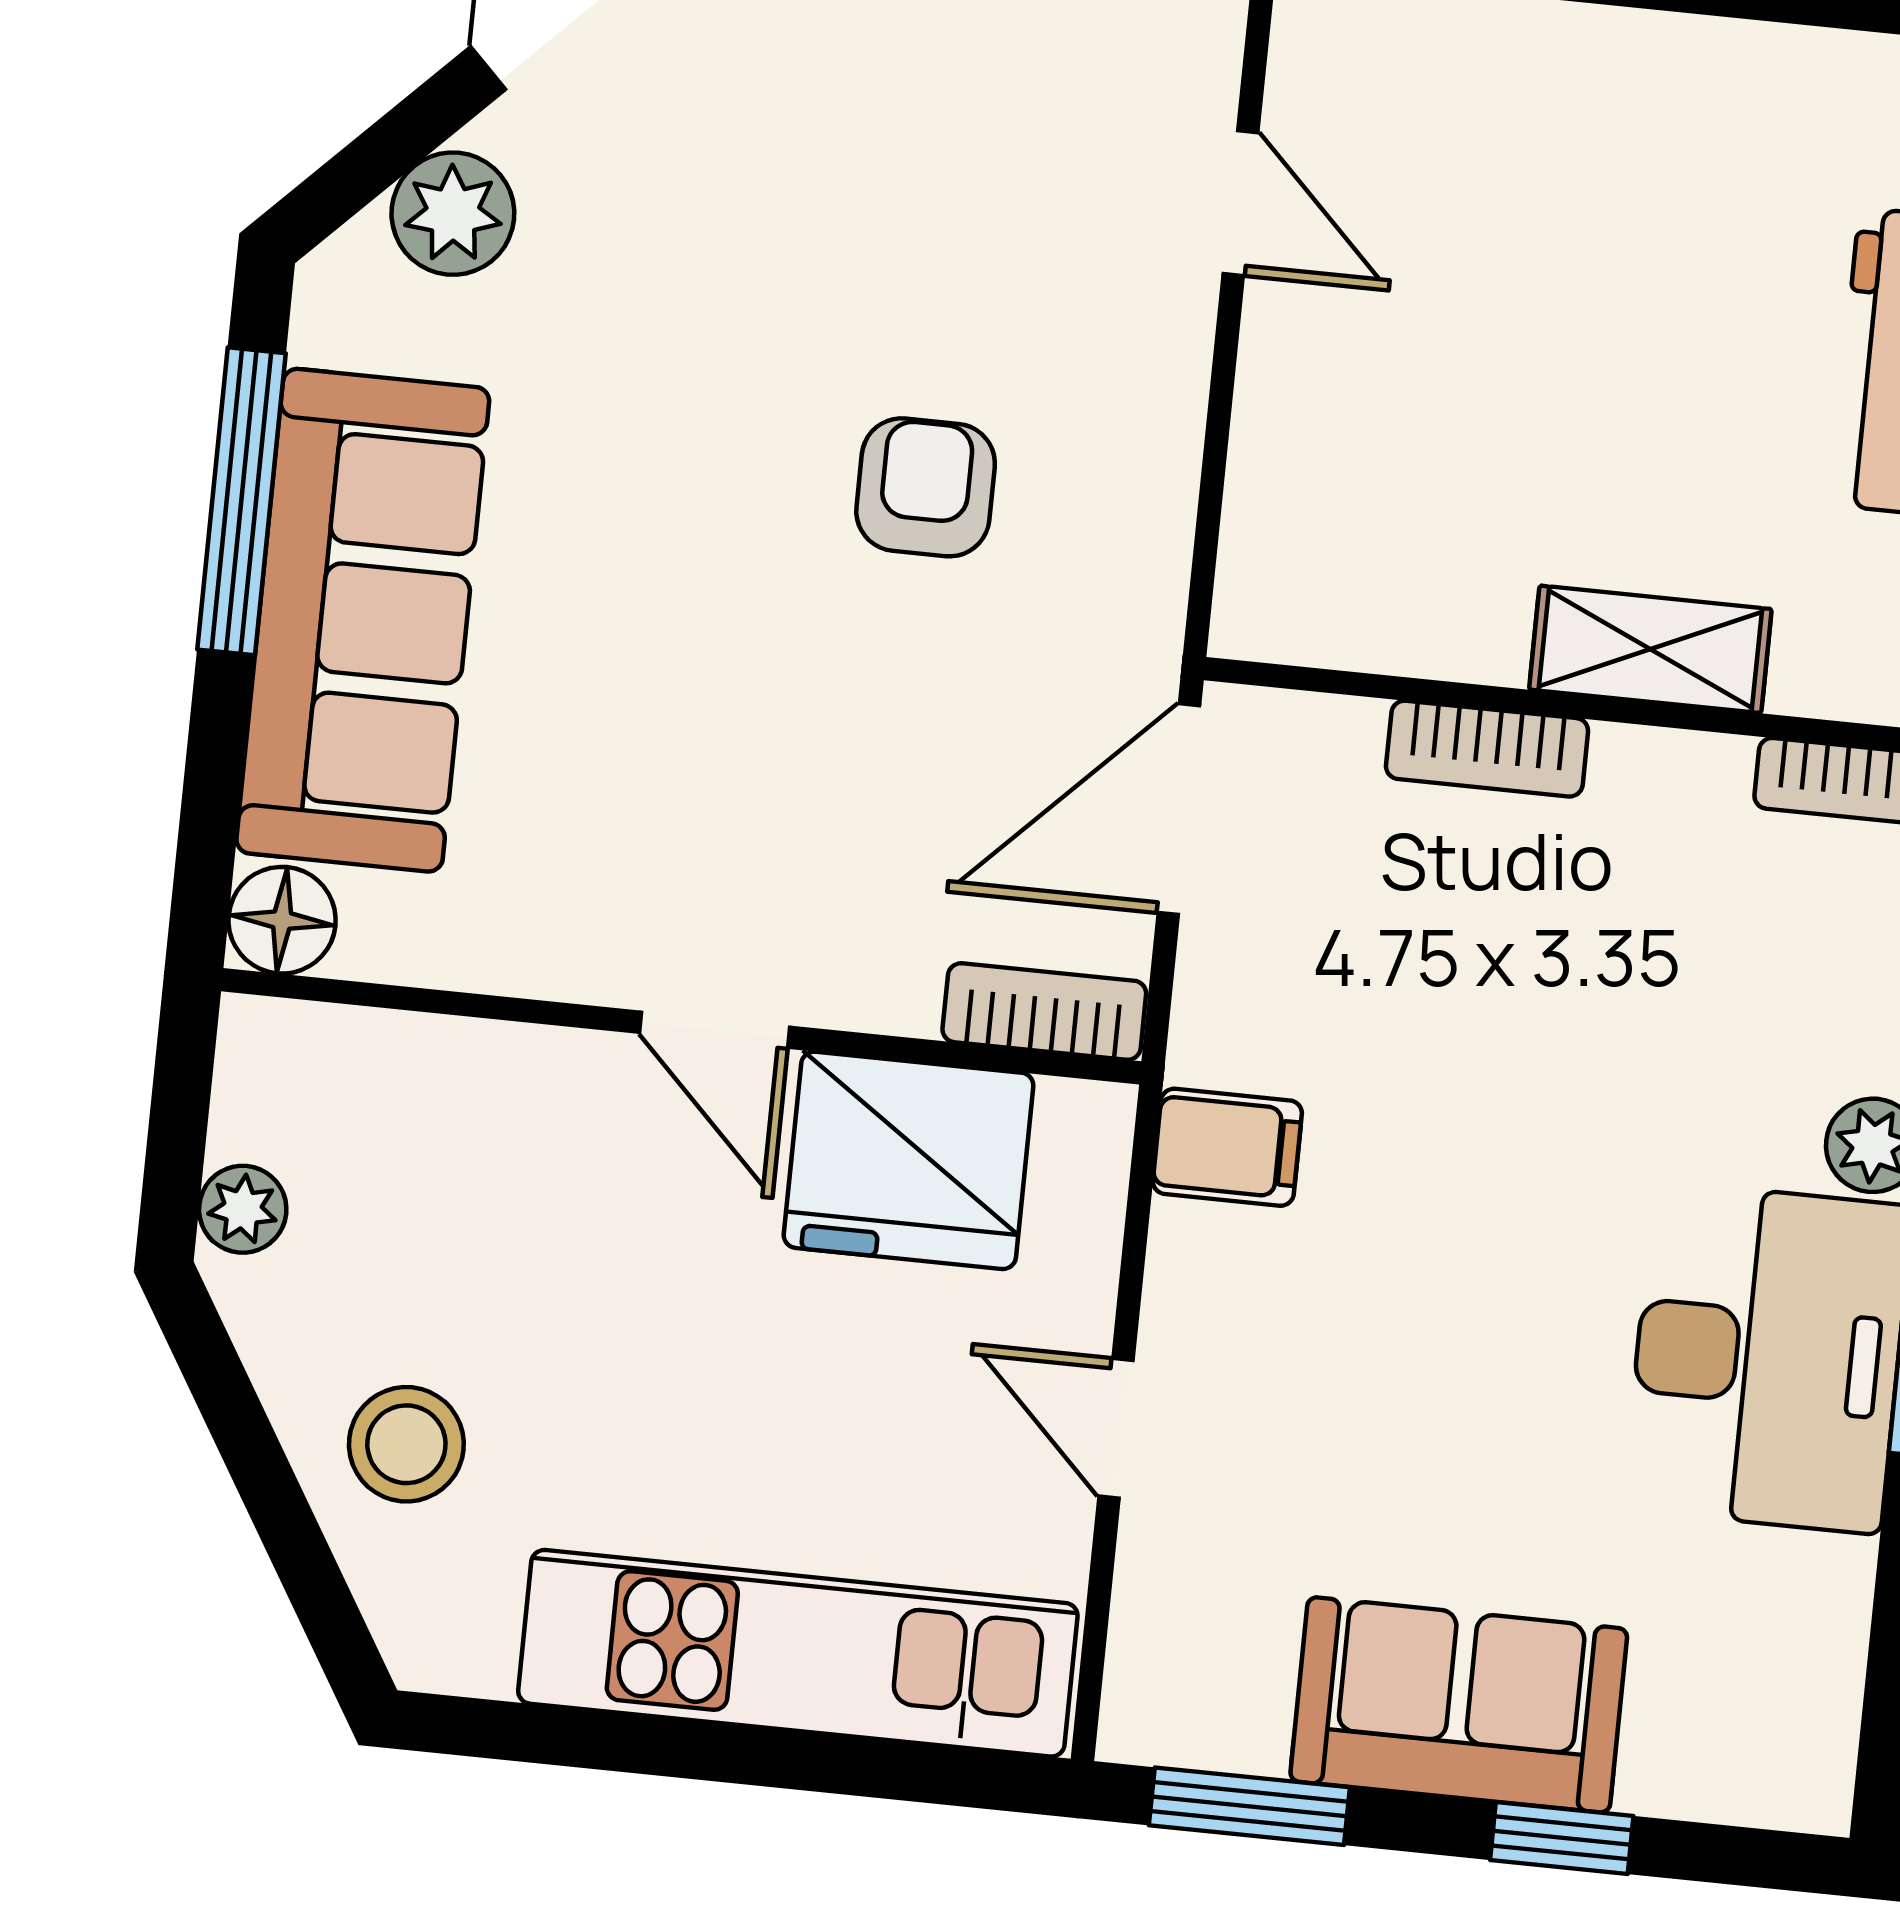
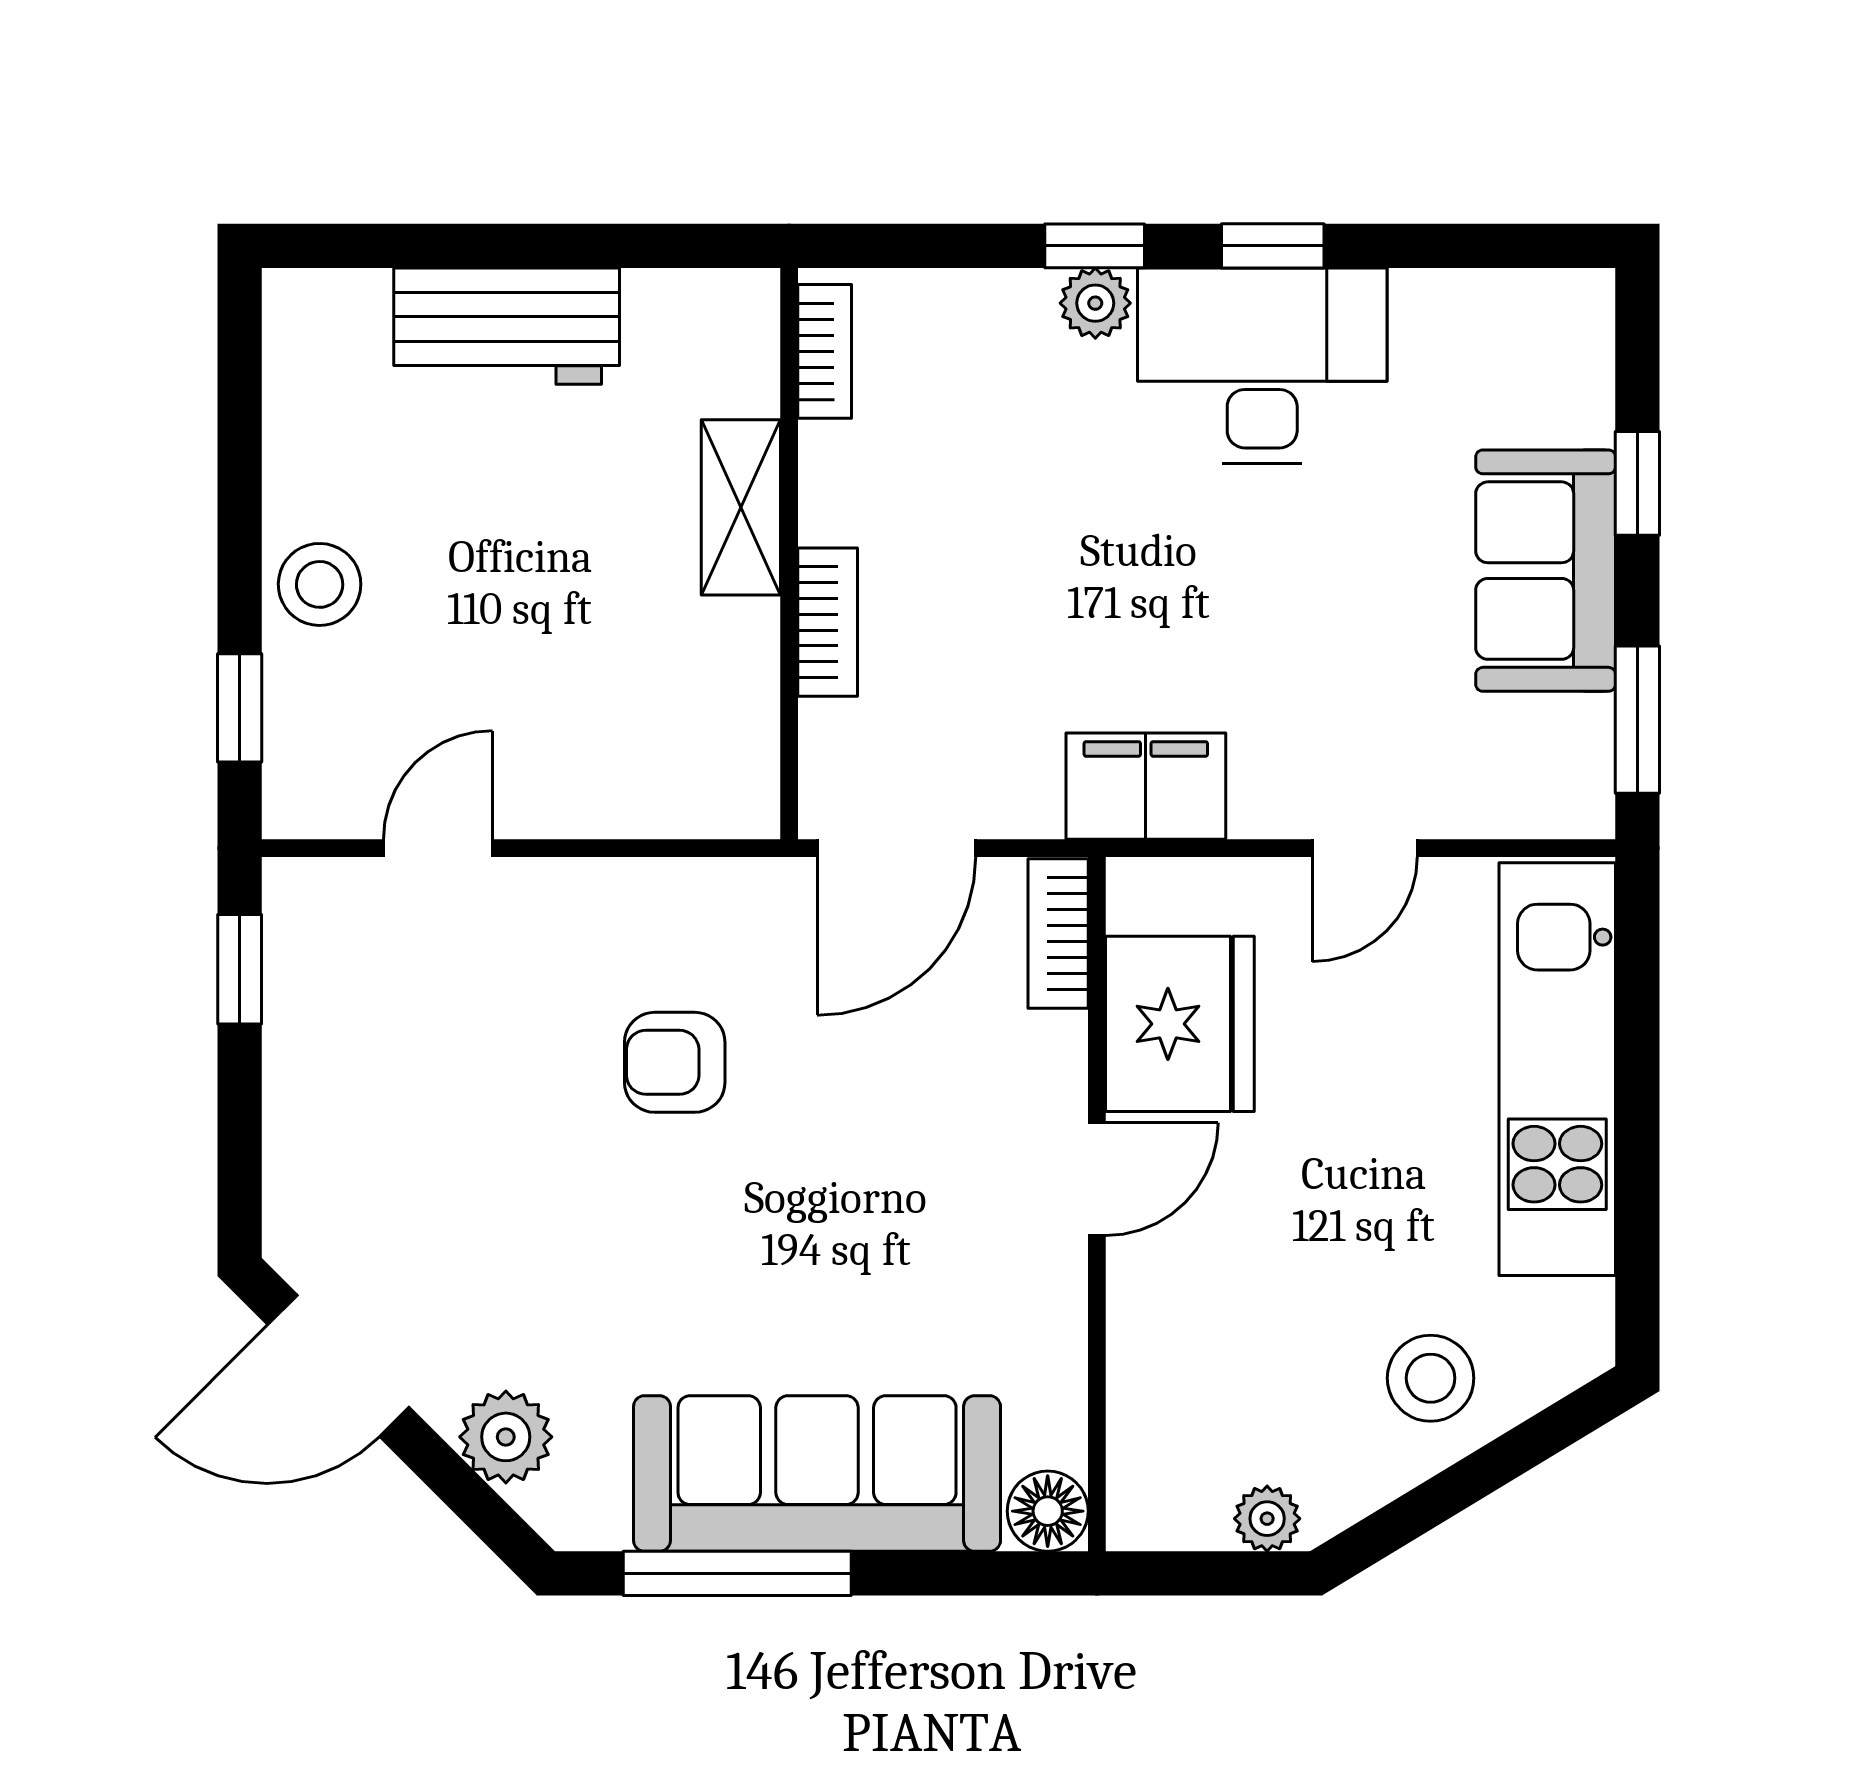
stool: (1605, 82) -> (320, 584), added
door: (1179, 809) -> (896, 848), hinge flipped
filing cabinet: (1227, 1147) -> (1146, 786), width x2.00

